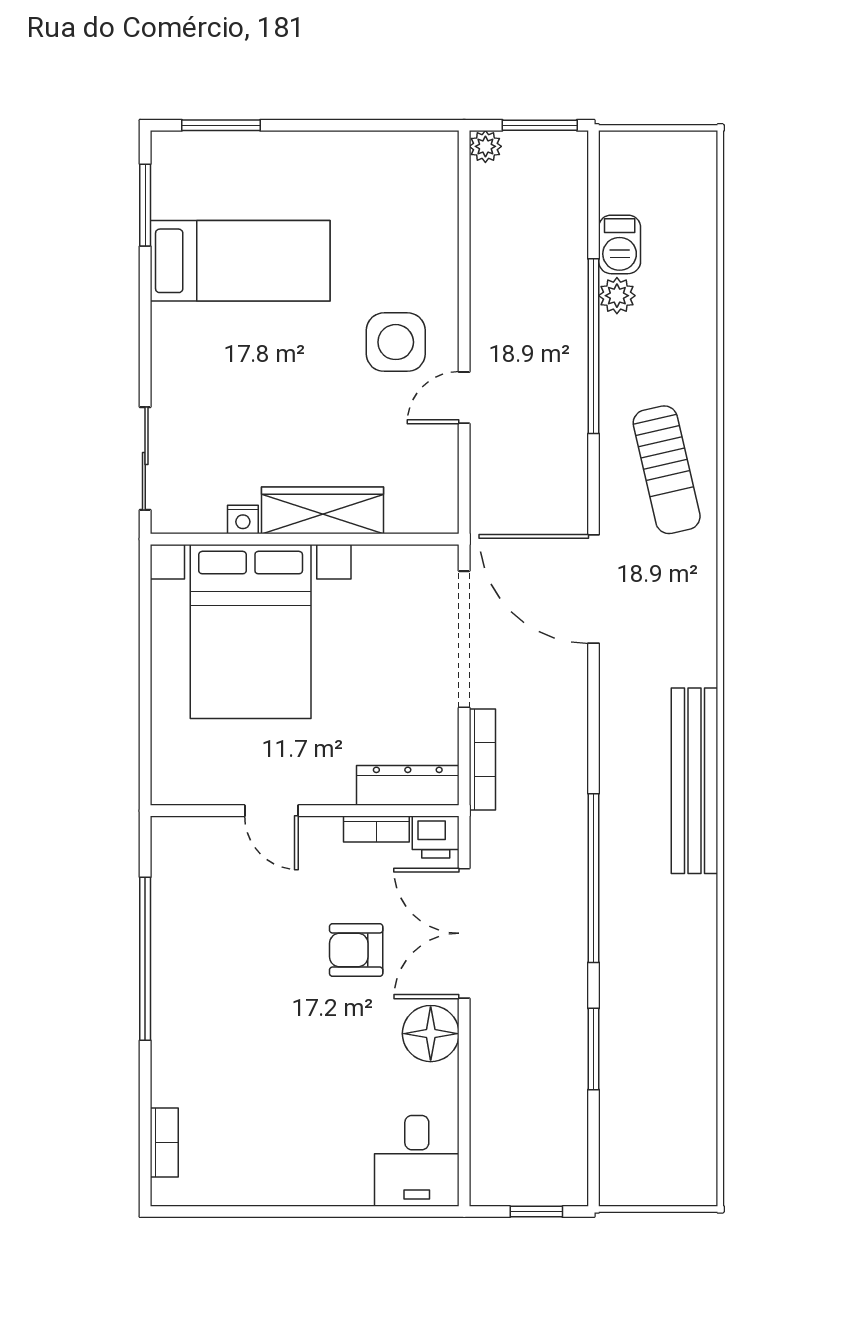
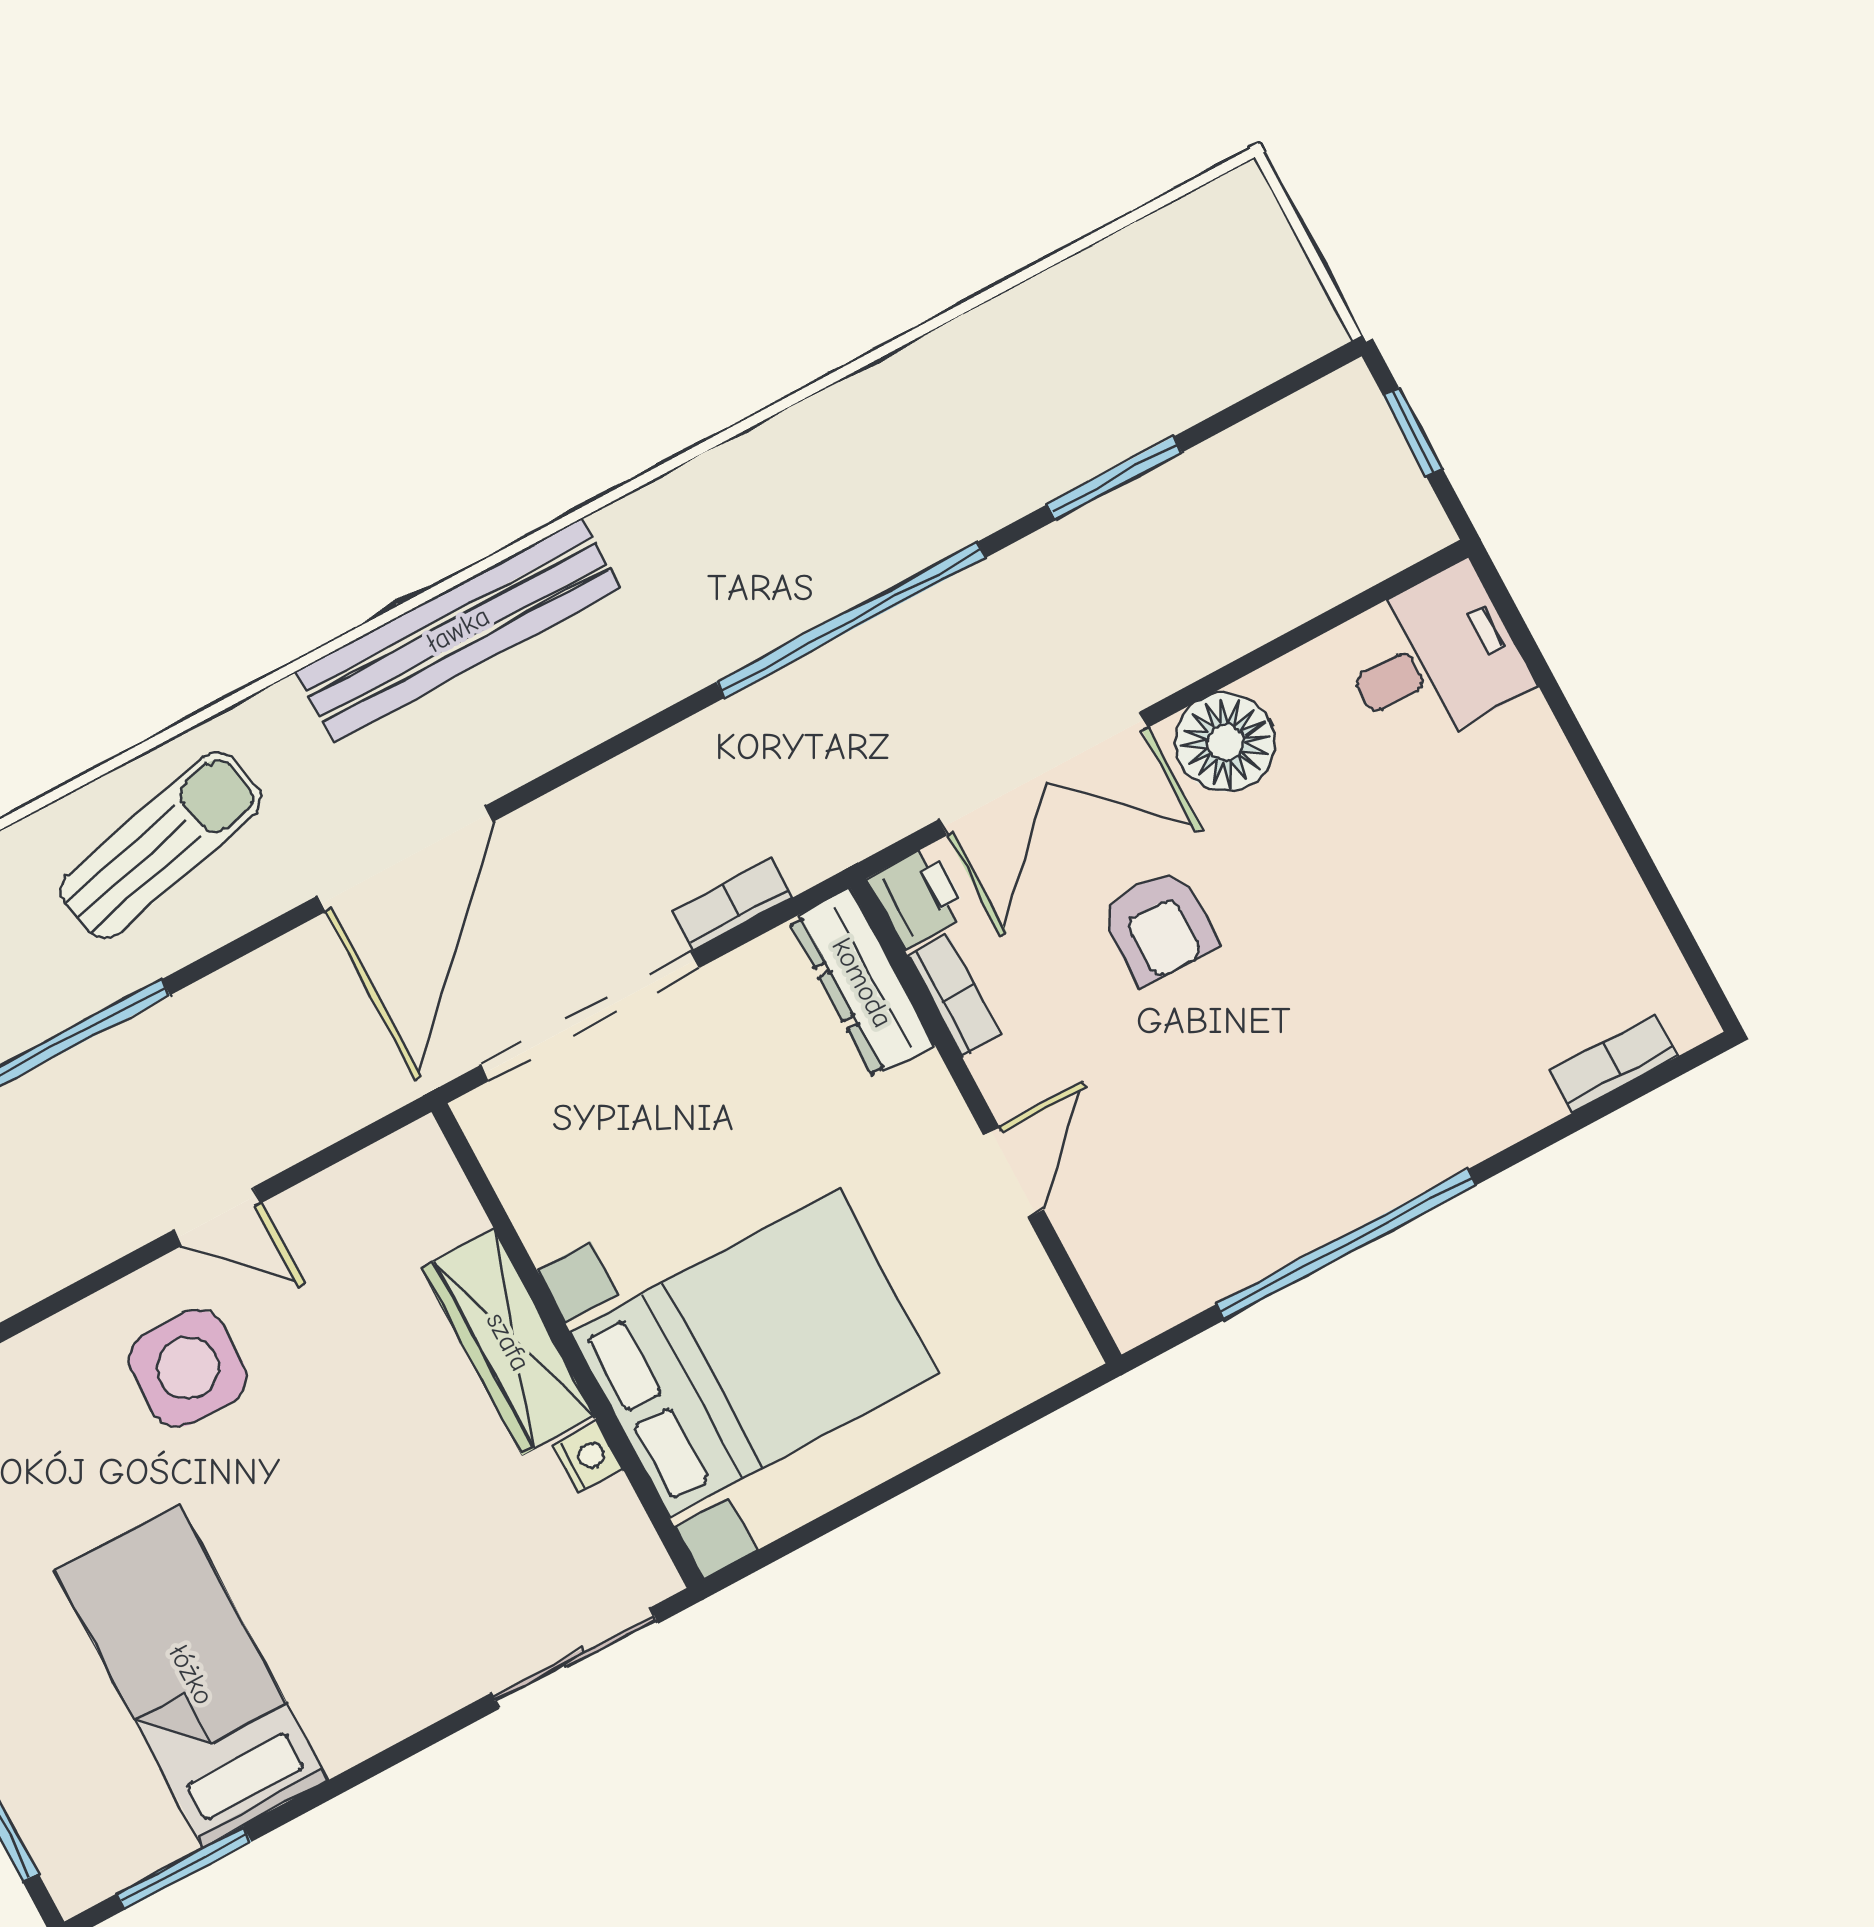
bookcase: (482, 760) -> (732, 904), width x0.64
bench: (695, 781) -> (458, 630), moved

